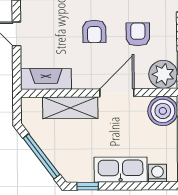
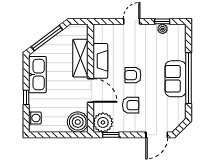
fireplace: (46, 79) -> (100, 61), moved
kitchen sink: (121, 170) -> (37, 75), moved
window: (88, 186) -> (26, 97), moved

